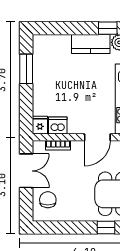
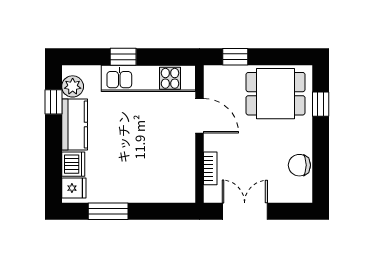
fridge: (40, 125) -> (74, 188), moved, turned 180
dishwasher: (58, 126) -> (73, 164), moved, turned 180
chair: (48, 200) -> (299, 165), moved

